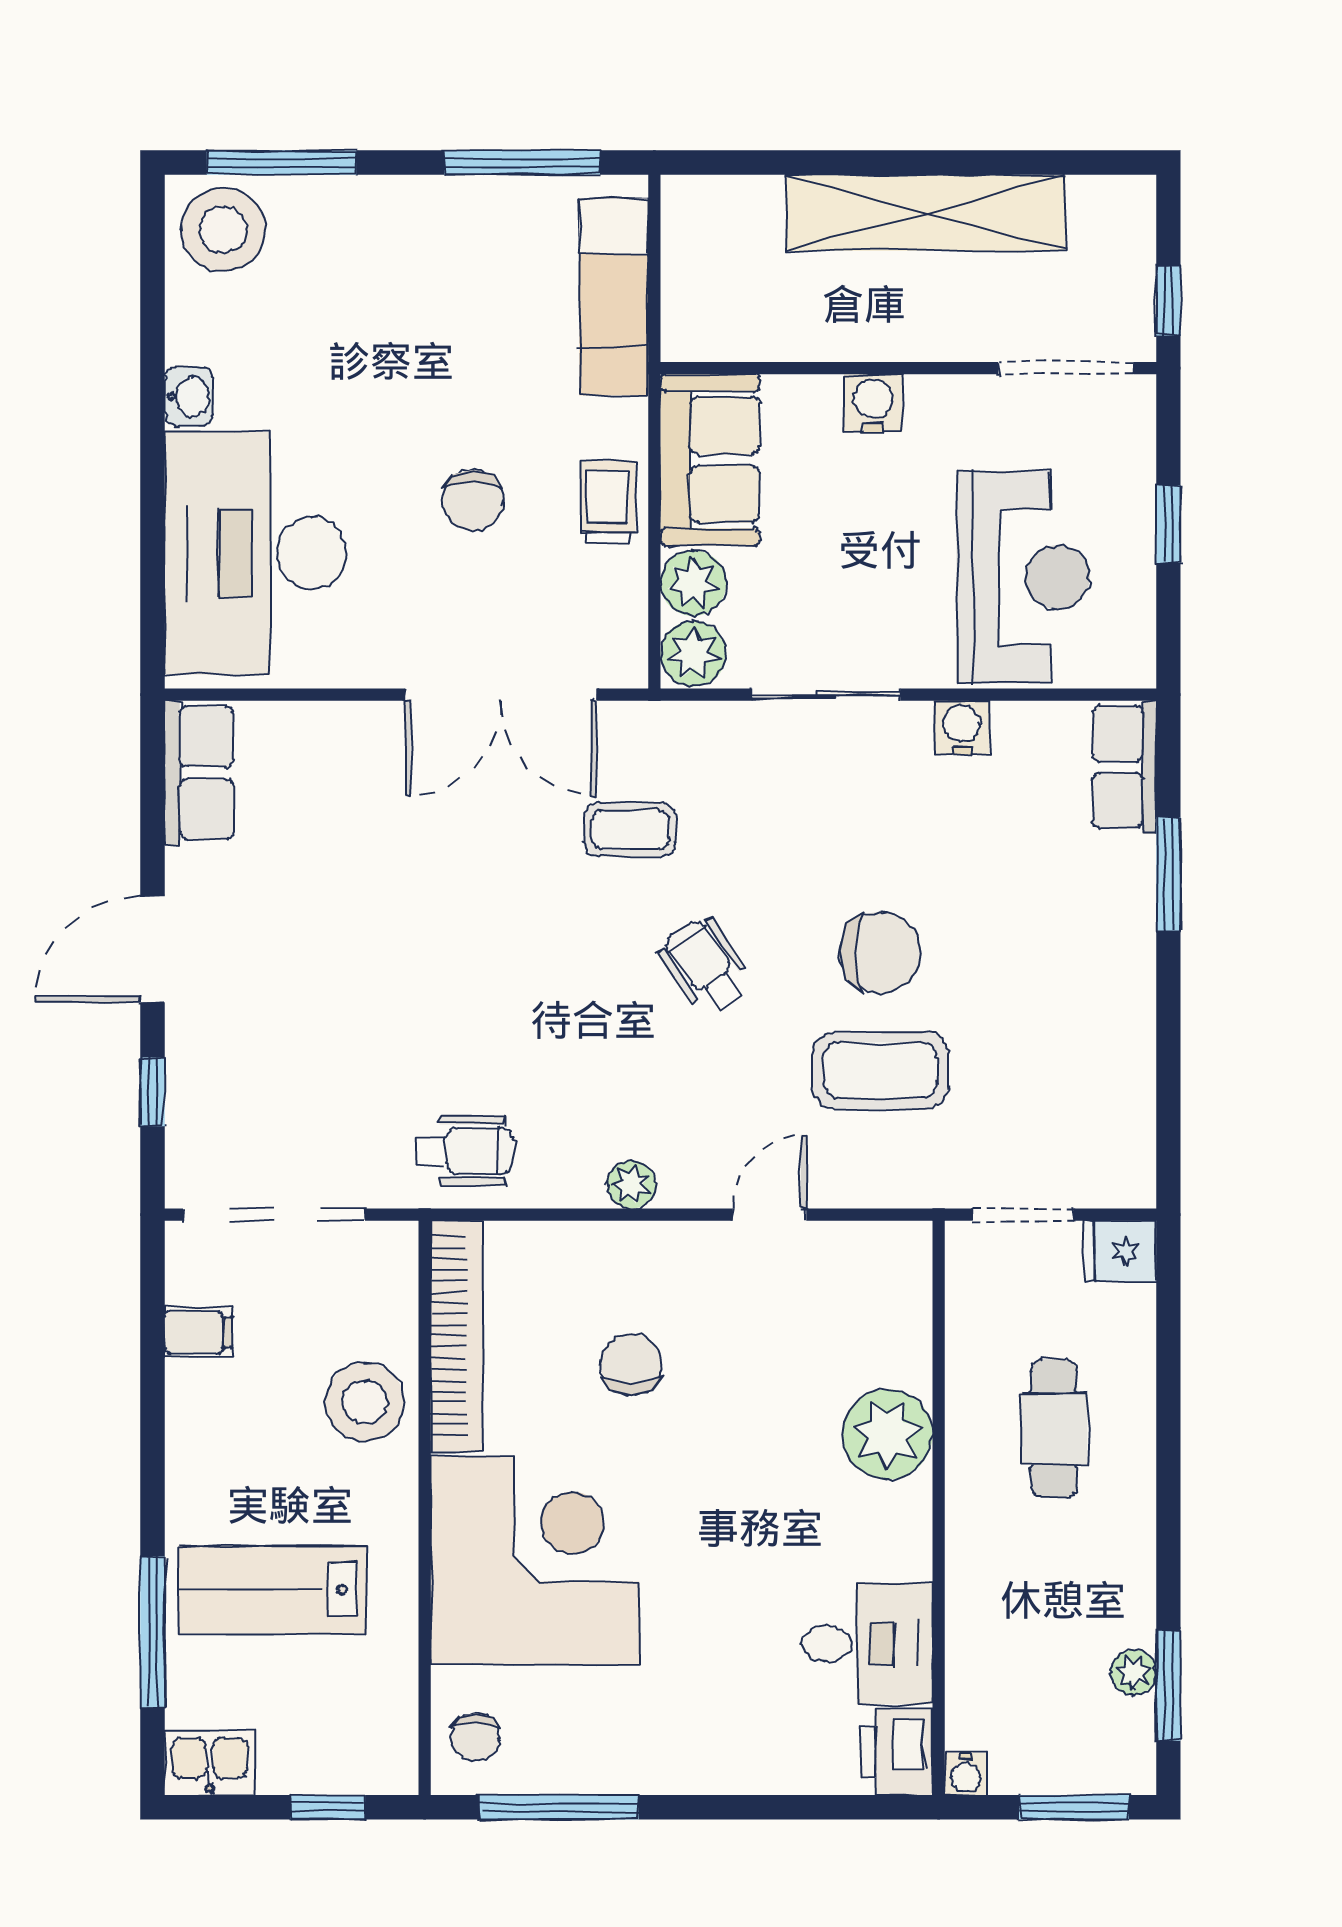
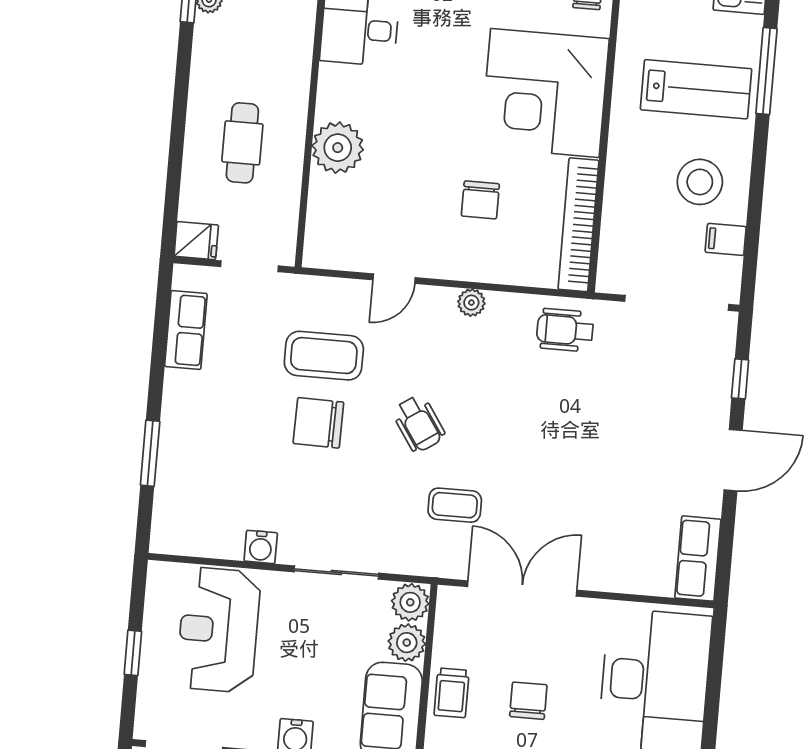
row of seats: (1124, 767) -> (186, 330), moved
stool: (365, 1402) -> (700, 182), moved

